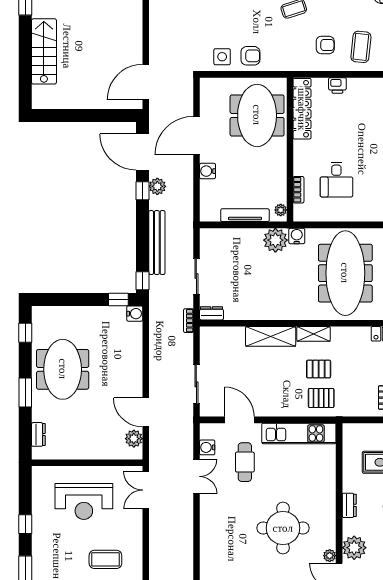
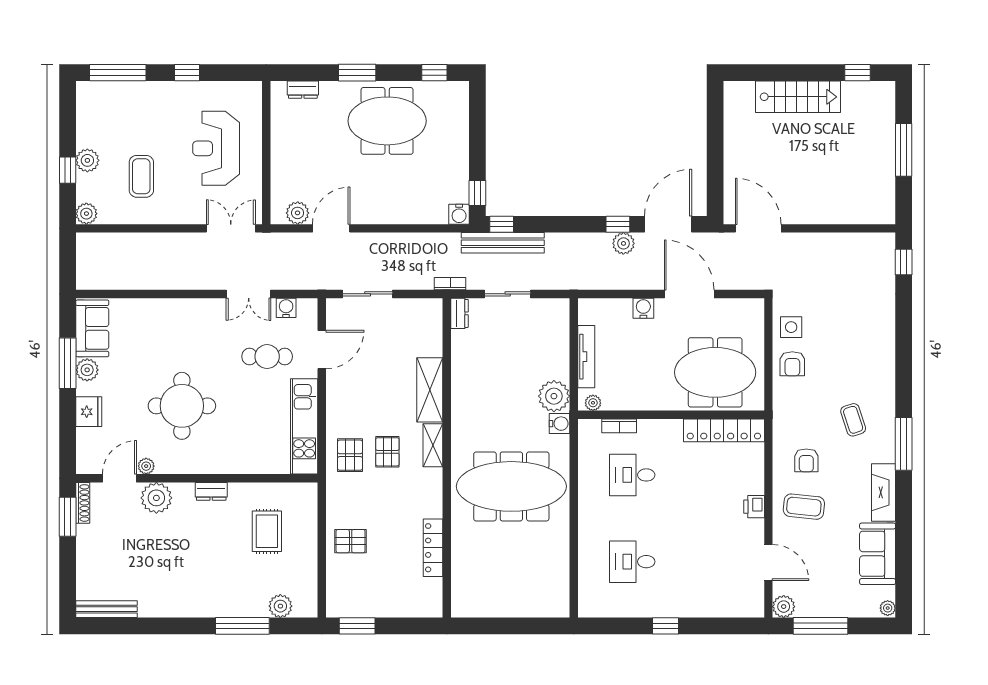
printer: (337, 85) -> (754, 507), moved
bench: (157, 243) -> (503, 243), moved

